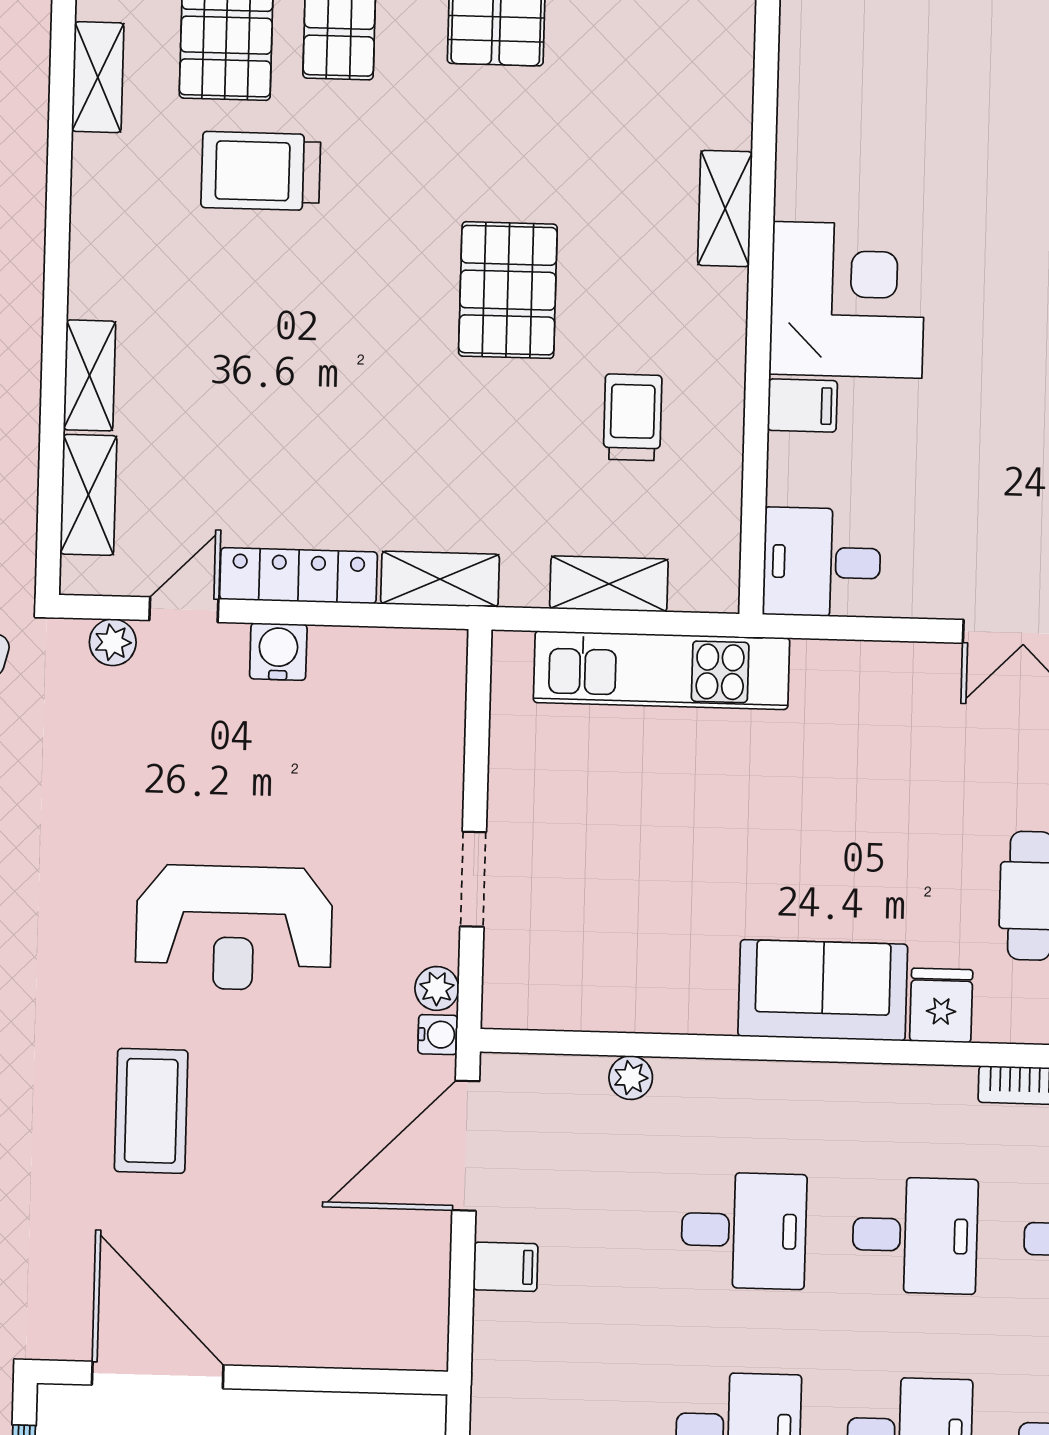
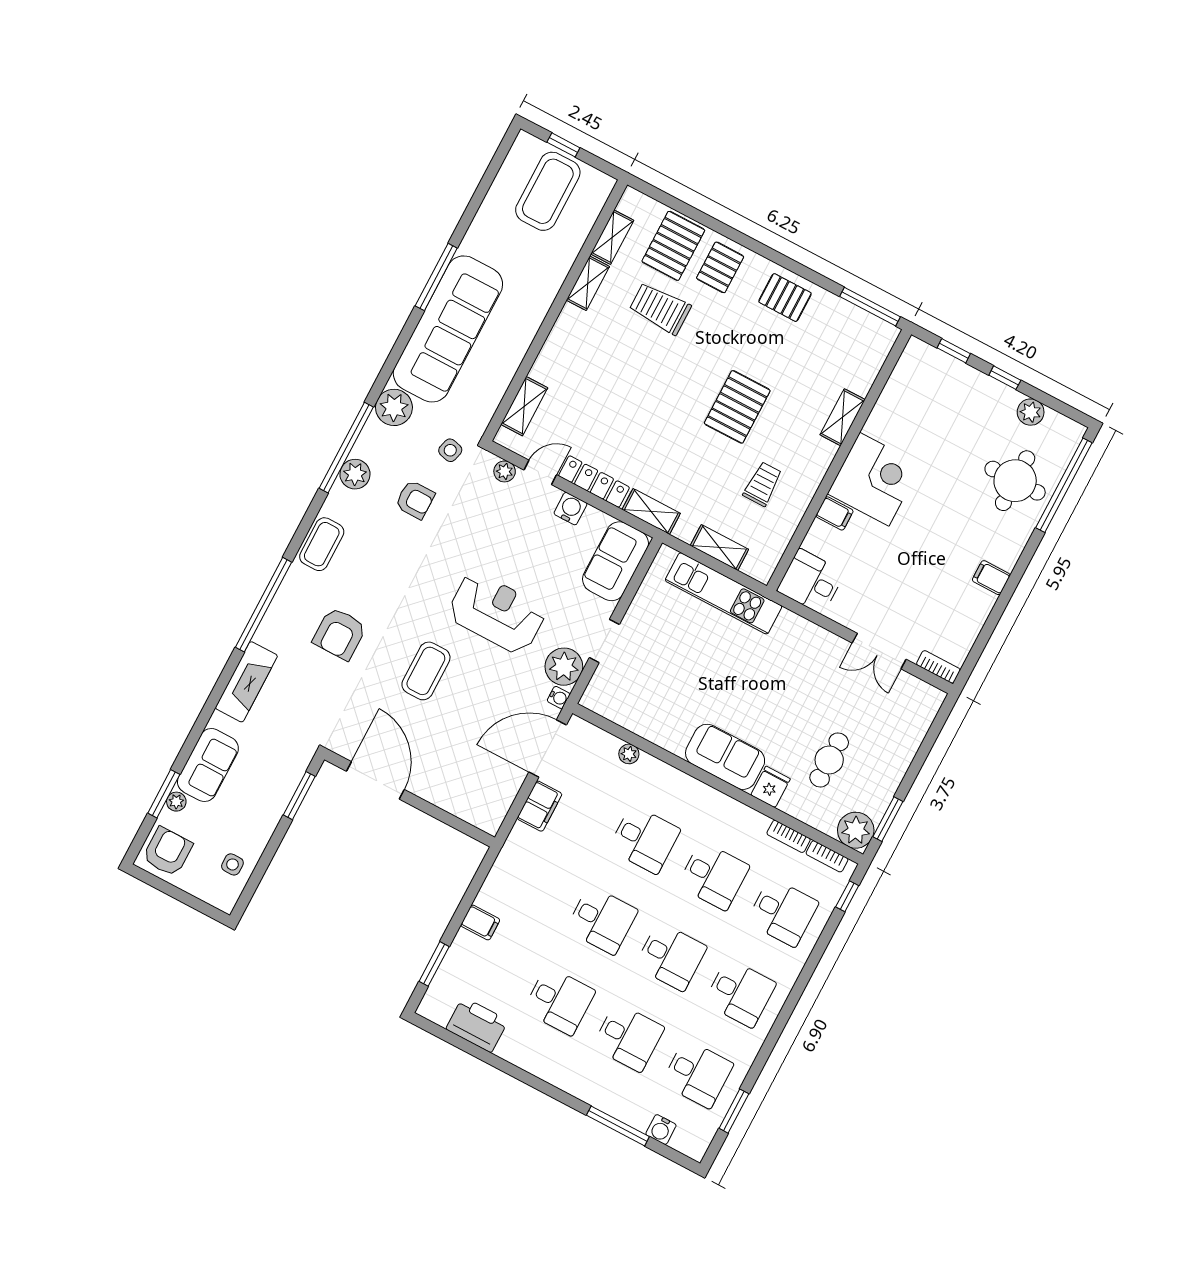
shelving: (90, 375) -> (588, 283), moved
sofa: (418, 712) -> (616, 561), added
reception desk: (234, 928) -> (497, 613), turned 180
plant: (437, 988) -> (564, 667), width x1.87, depth x1.87
filing cabinet: (505, 1267) -> (540, 806), width x2.00

